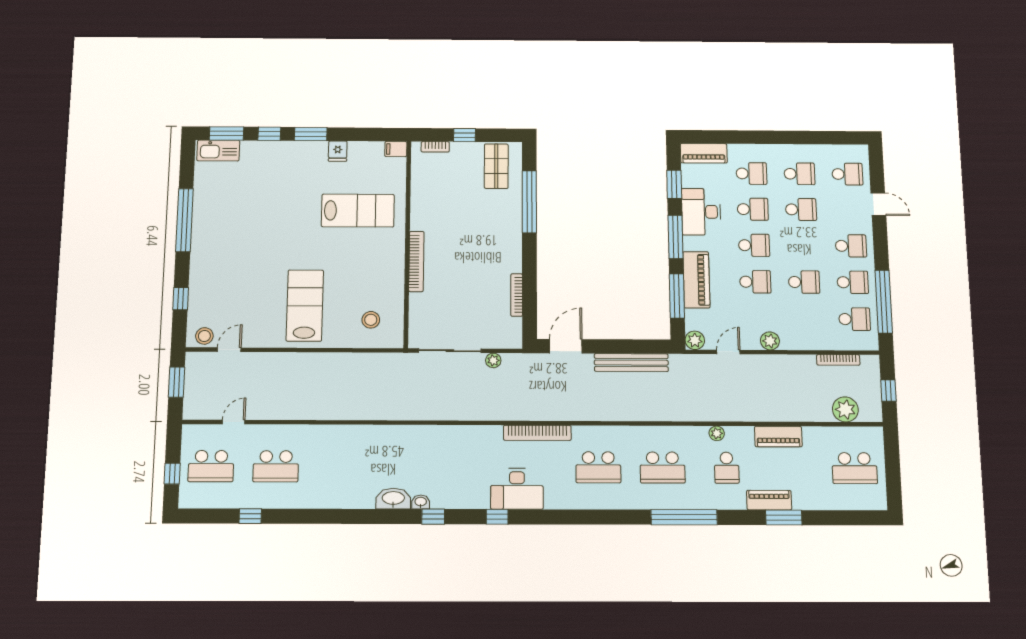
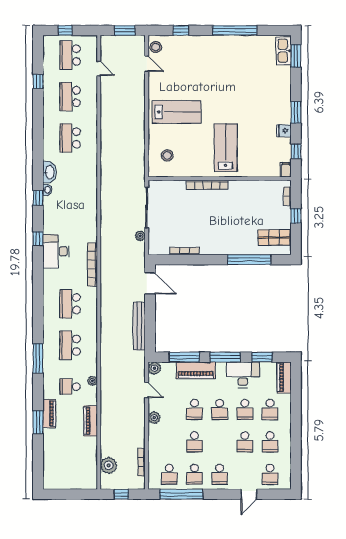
window: (269, 134) -> (296, 151), moved
lab bench: (358, 211) -> (226, 148), moved, turned 180
school desk: (855, 468) -> (70, 138), moved
window: (684, 517) -> (38, 358), width x0.68

